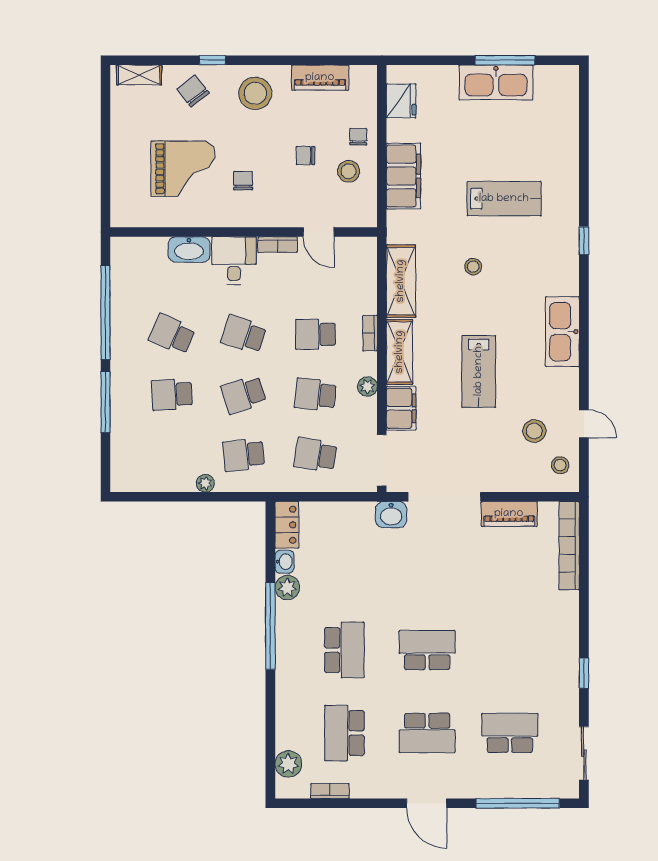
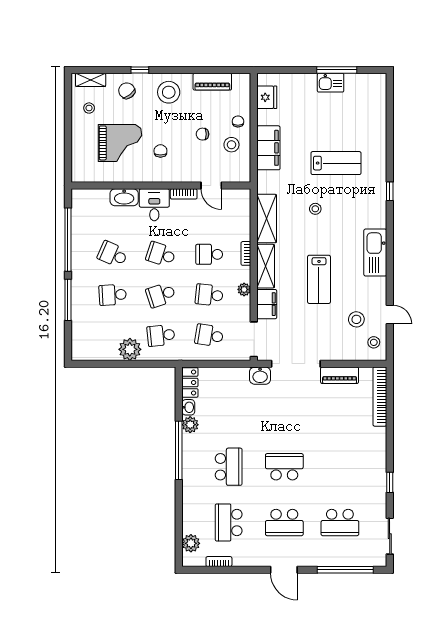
kitchen sink: (496, 82) -> (331, 83), width x0.53, depth x0.81
stool: (137, 117) -> (89, 108), added
plant: (205, 483) -> (130, 349), width x1.87, depth x1.87
school desk: (510, 733) -> (340, 522), turned 180

